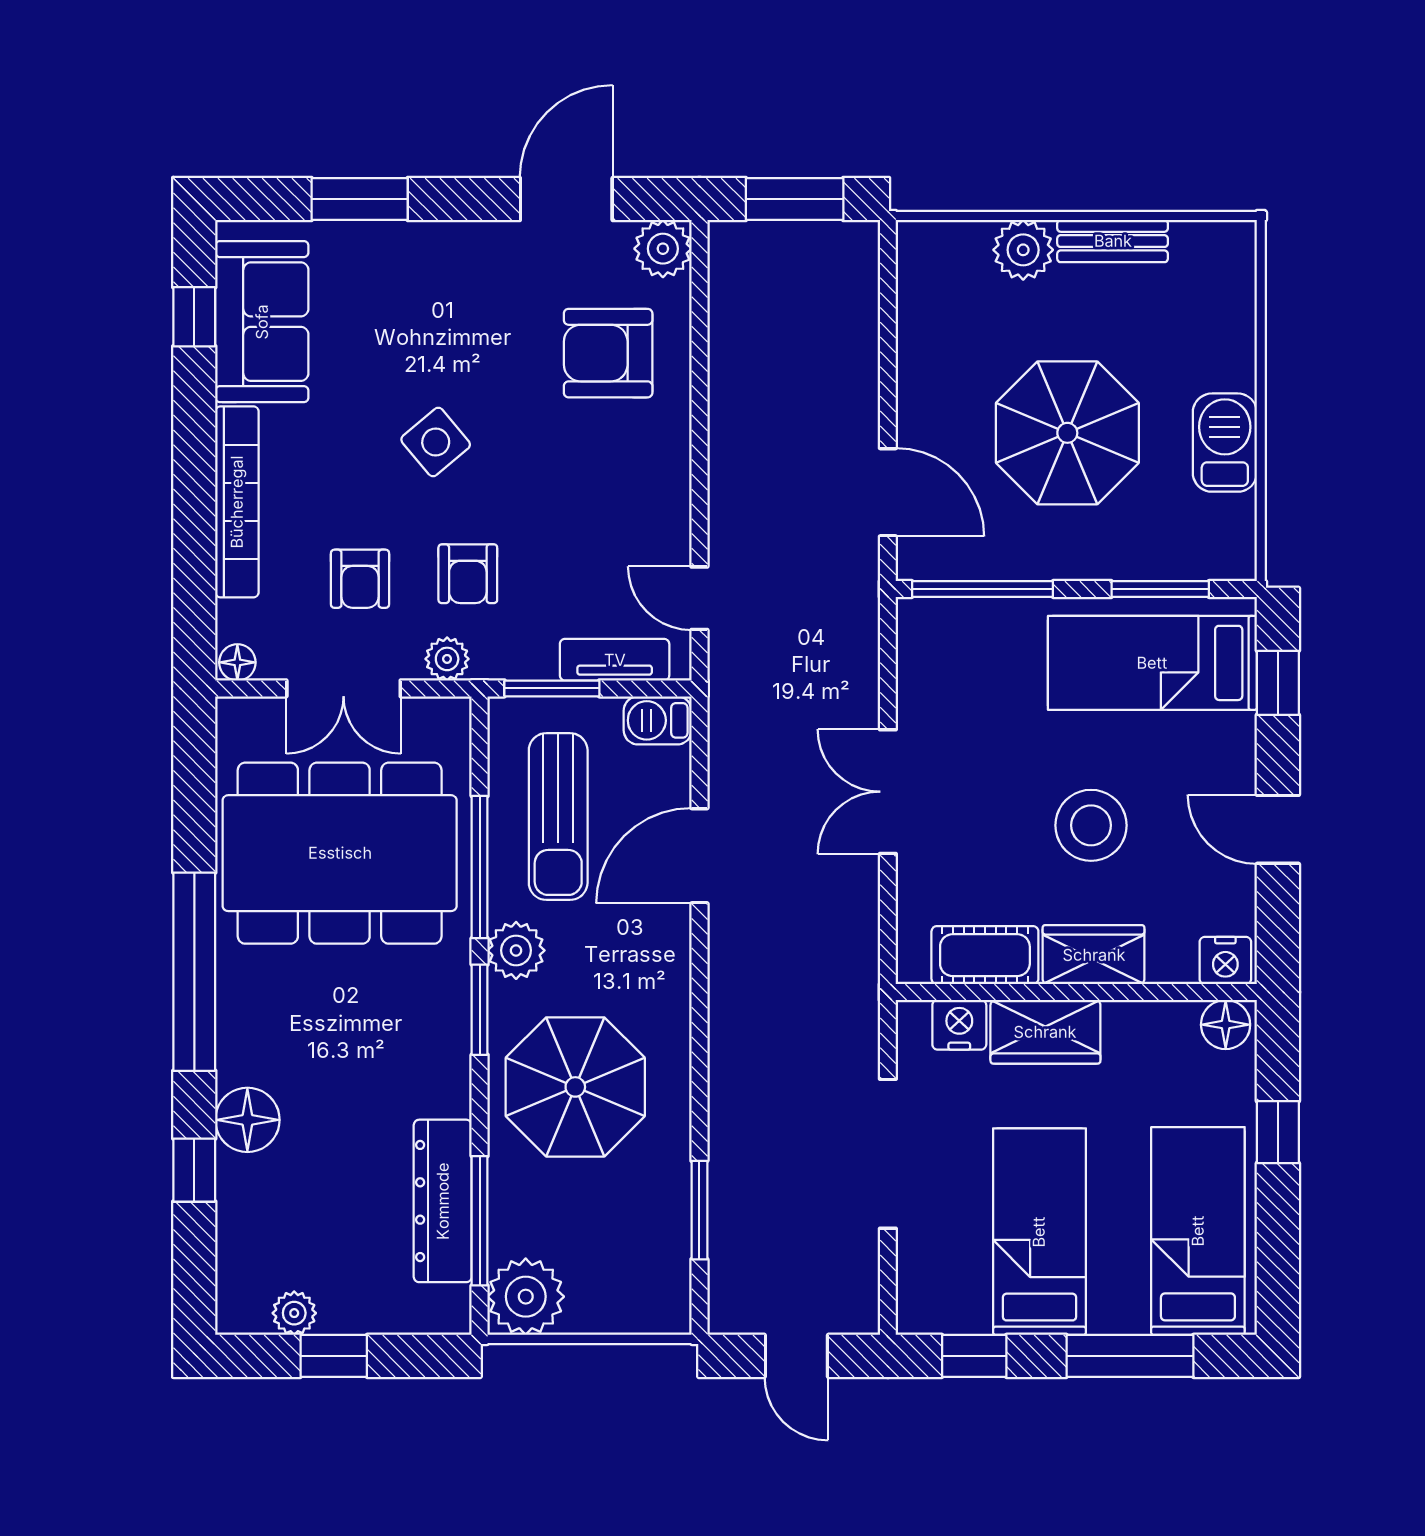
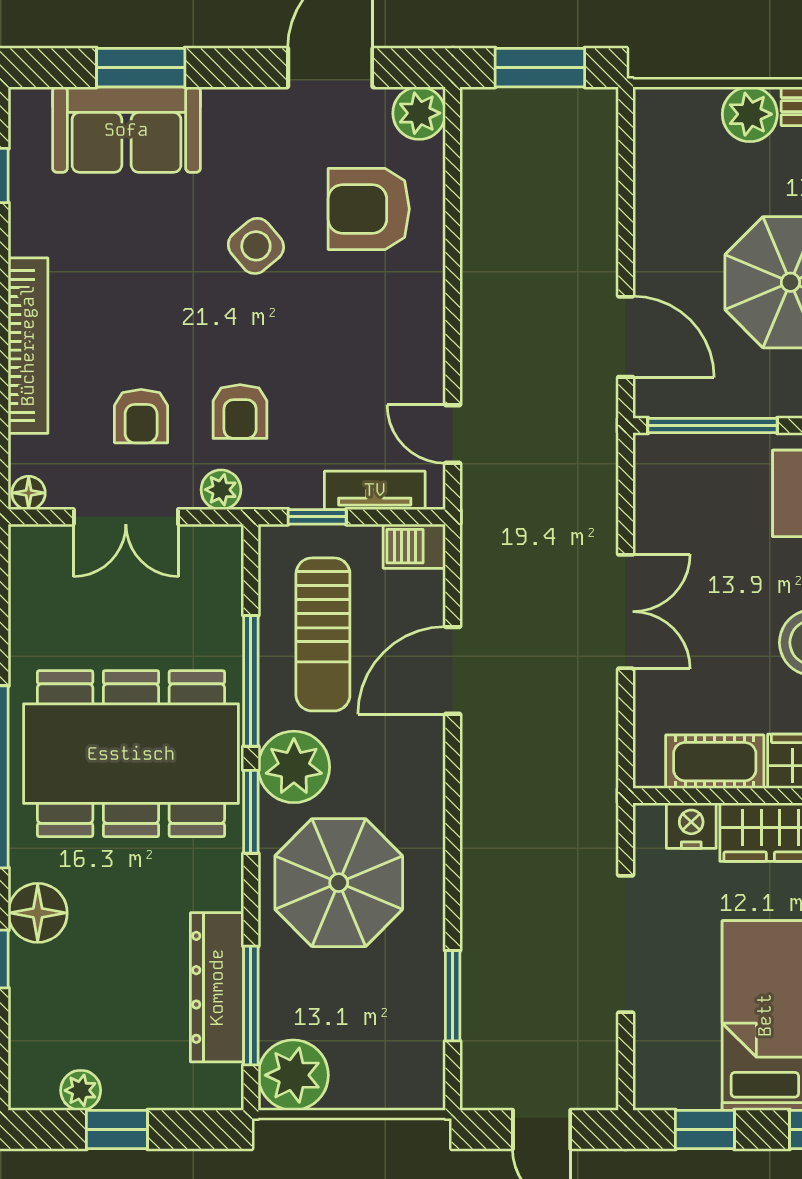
sofa: (262, 322) -> (126, 130), moved, turned 90
side table: (436, 442) -> (256, 246), moved
window: (552, 688) -> (317, 517), width x0.67
double door: (888, 792) -> (626, 612), swing flipped
dining table: (340, 853) -> (131, 754), moved
plant: (516, 950) -> (294, 767), width x1.36, depth x1.36

